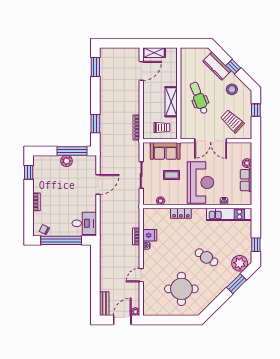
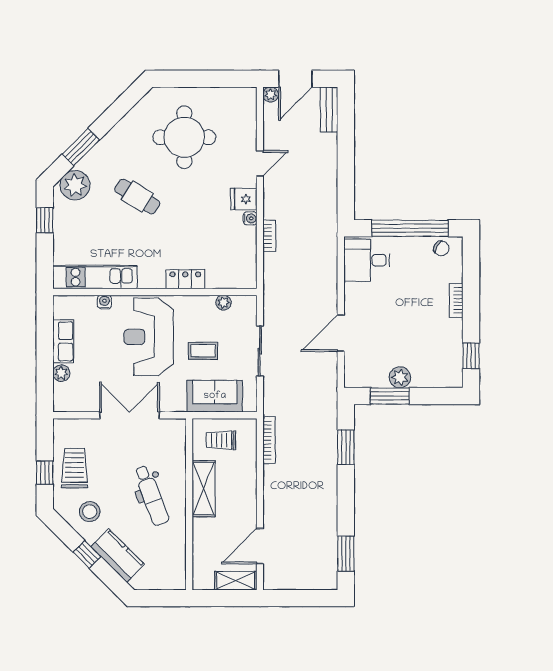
trolley: (232, 121) -> (74, 468), moved, turned -133
window: (72, 151) -> (390, 396), width x0.69
fridge: (150, 235) -> (244, 199), moved

